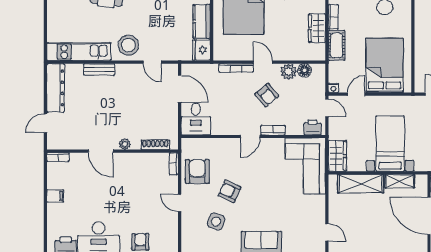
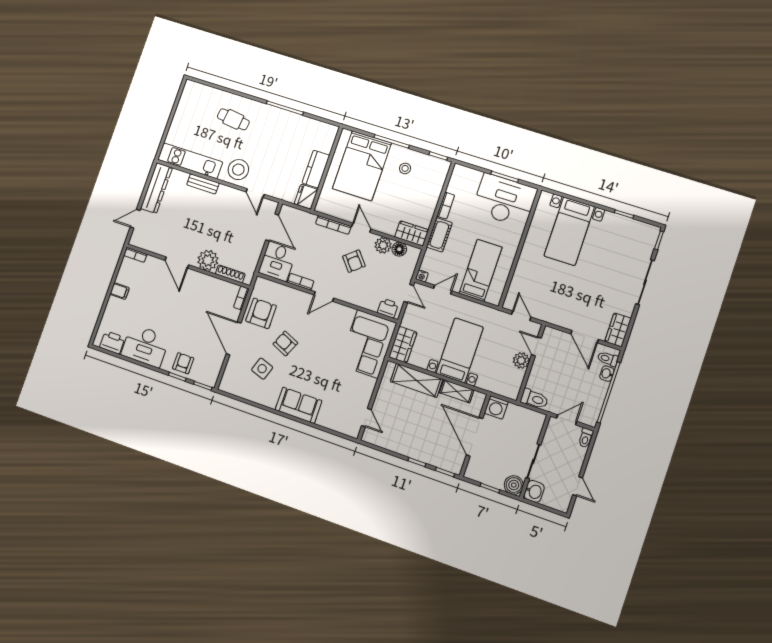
wardrobe: (317, 28) -> (412, 233), moved, turned 90
bed: (385, 65) -> (481, 270), width x0.67
bookcase: (273, 130) -> (301, 282), moved
plant: (125, 144) -> (208, 260), width x1.88, depth x1.88
door: (180, 203) -> (234, 338), width x1.88

